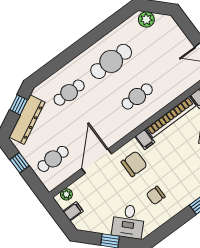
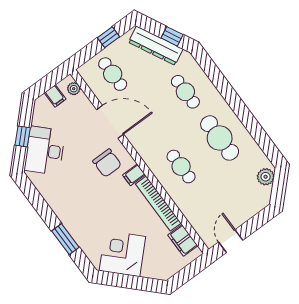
chair: (156, 195) -> (72, 187), removed
desk: (128, 221) -> (45, 151), width x1.37

